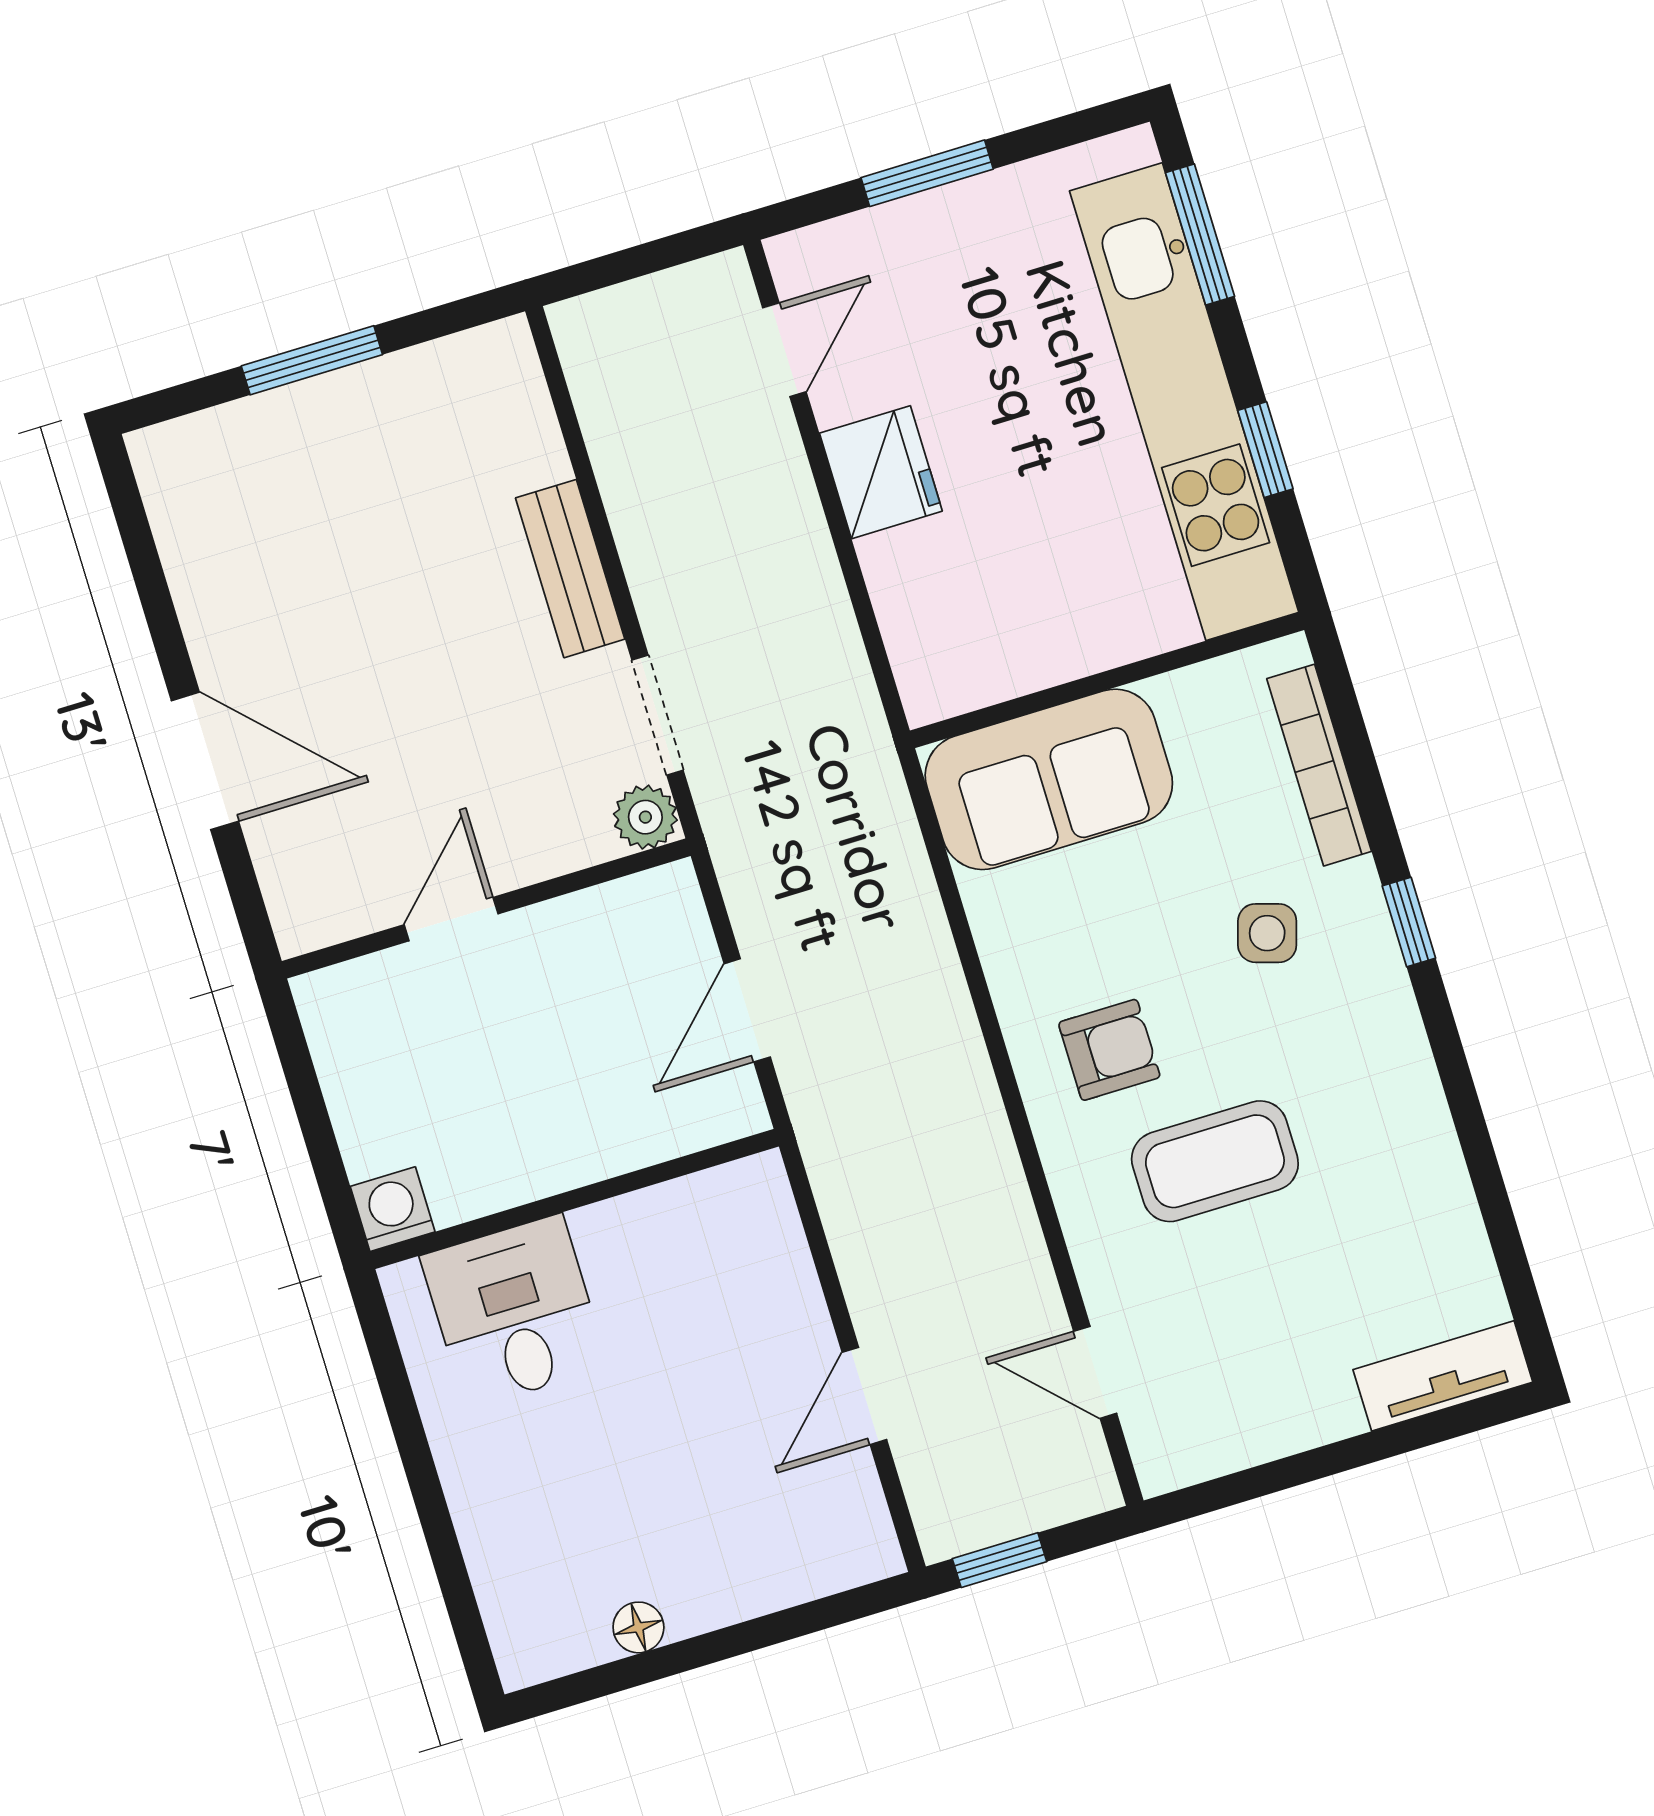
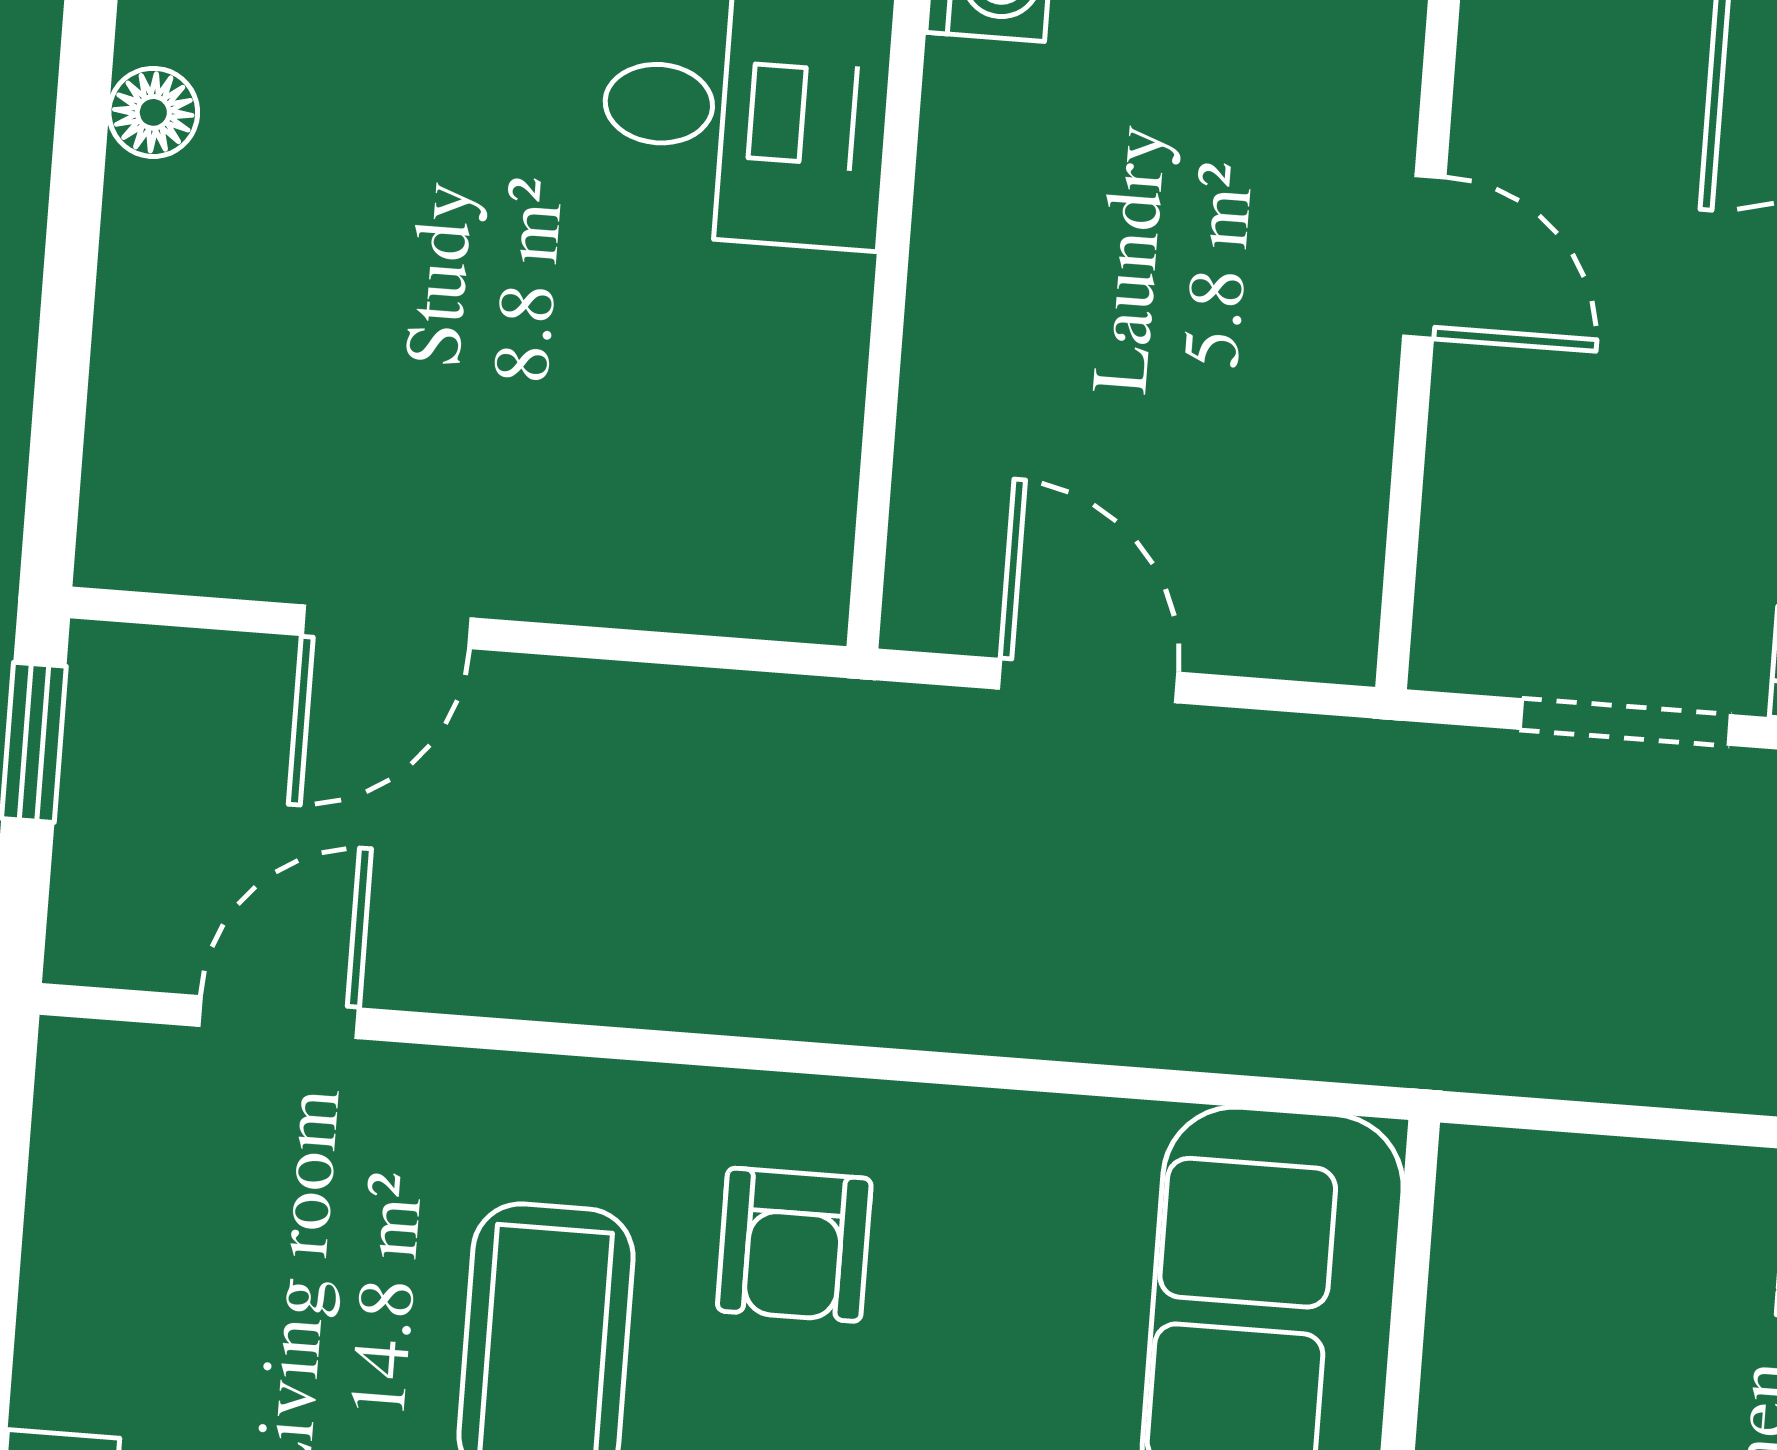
plant: (645, 817) -> (1467, 638), removed
door: (864, 1396) -> (387, 627), swing flipped

